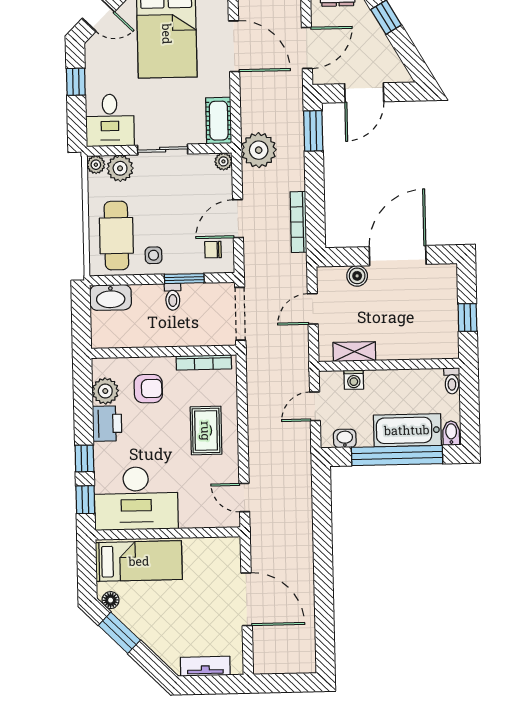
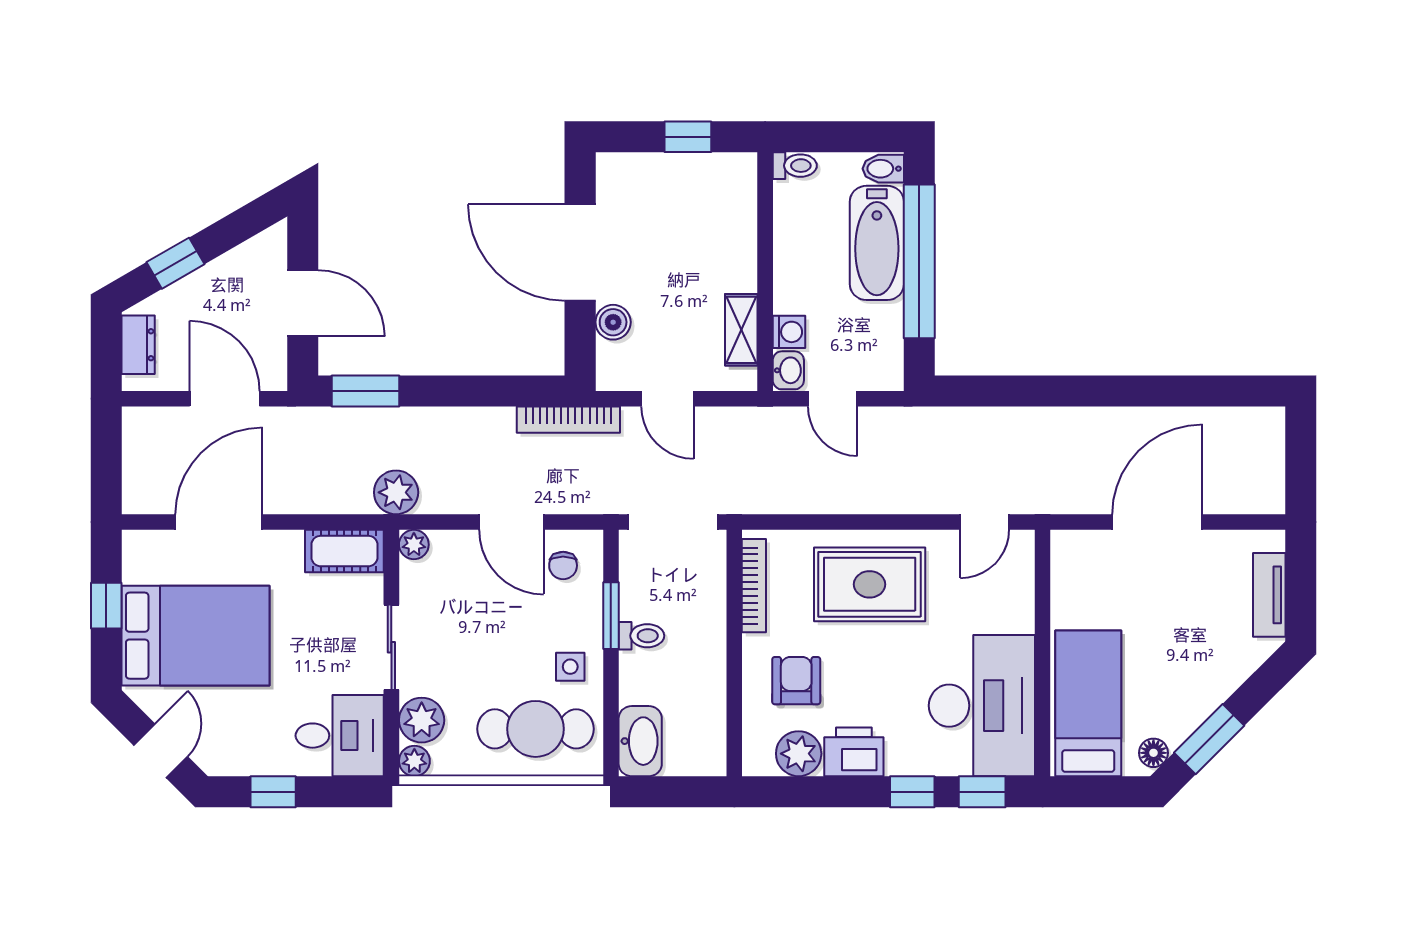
plant: (259, 150) -> (396, 492), width x0.73, depth x0.73
bookcase: (298, 222) -> (568, 420), moved
rug: (206, 431) -> (870, 584), width x1.36, depth x1.43
washbasin: (345, 438) -> (788, 370), moved, turned 180

